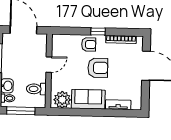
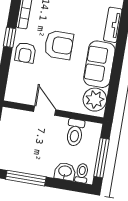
armchair: (89, 44) -> (25, 53), turned 180
armchair: (98, 68) -> (59, 45), turned 90

